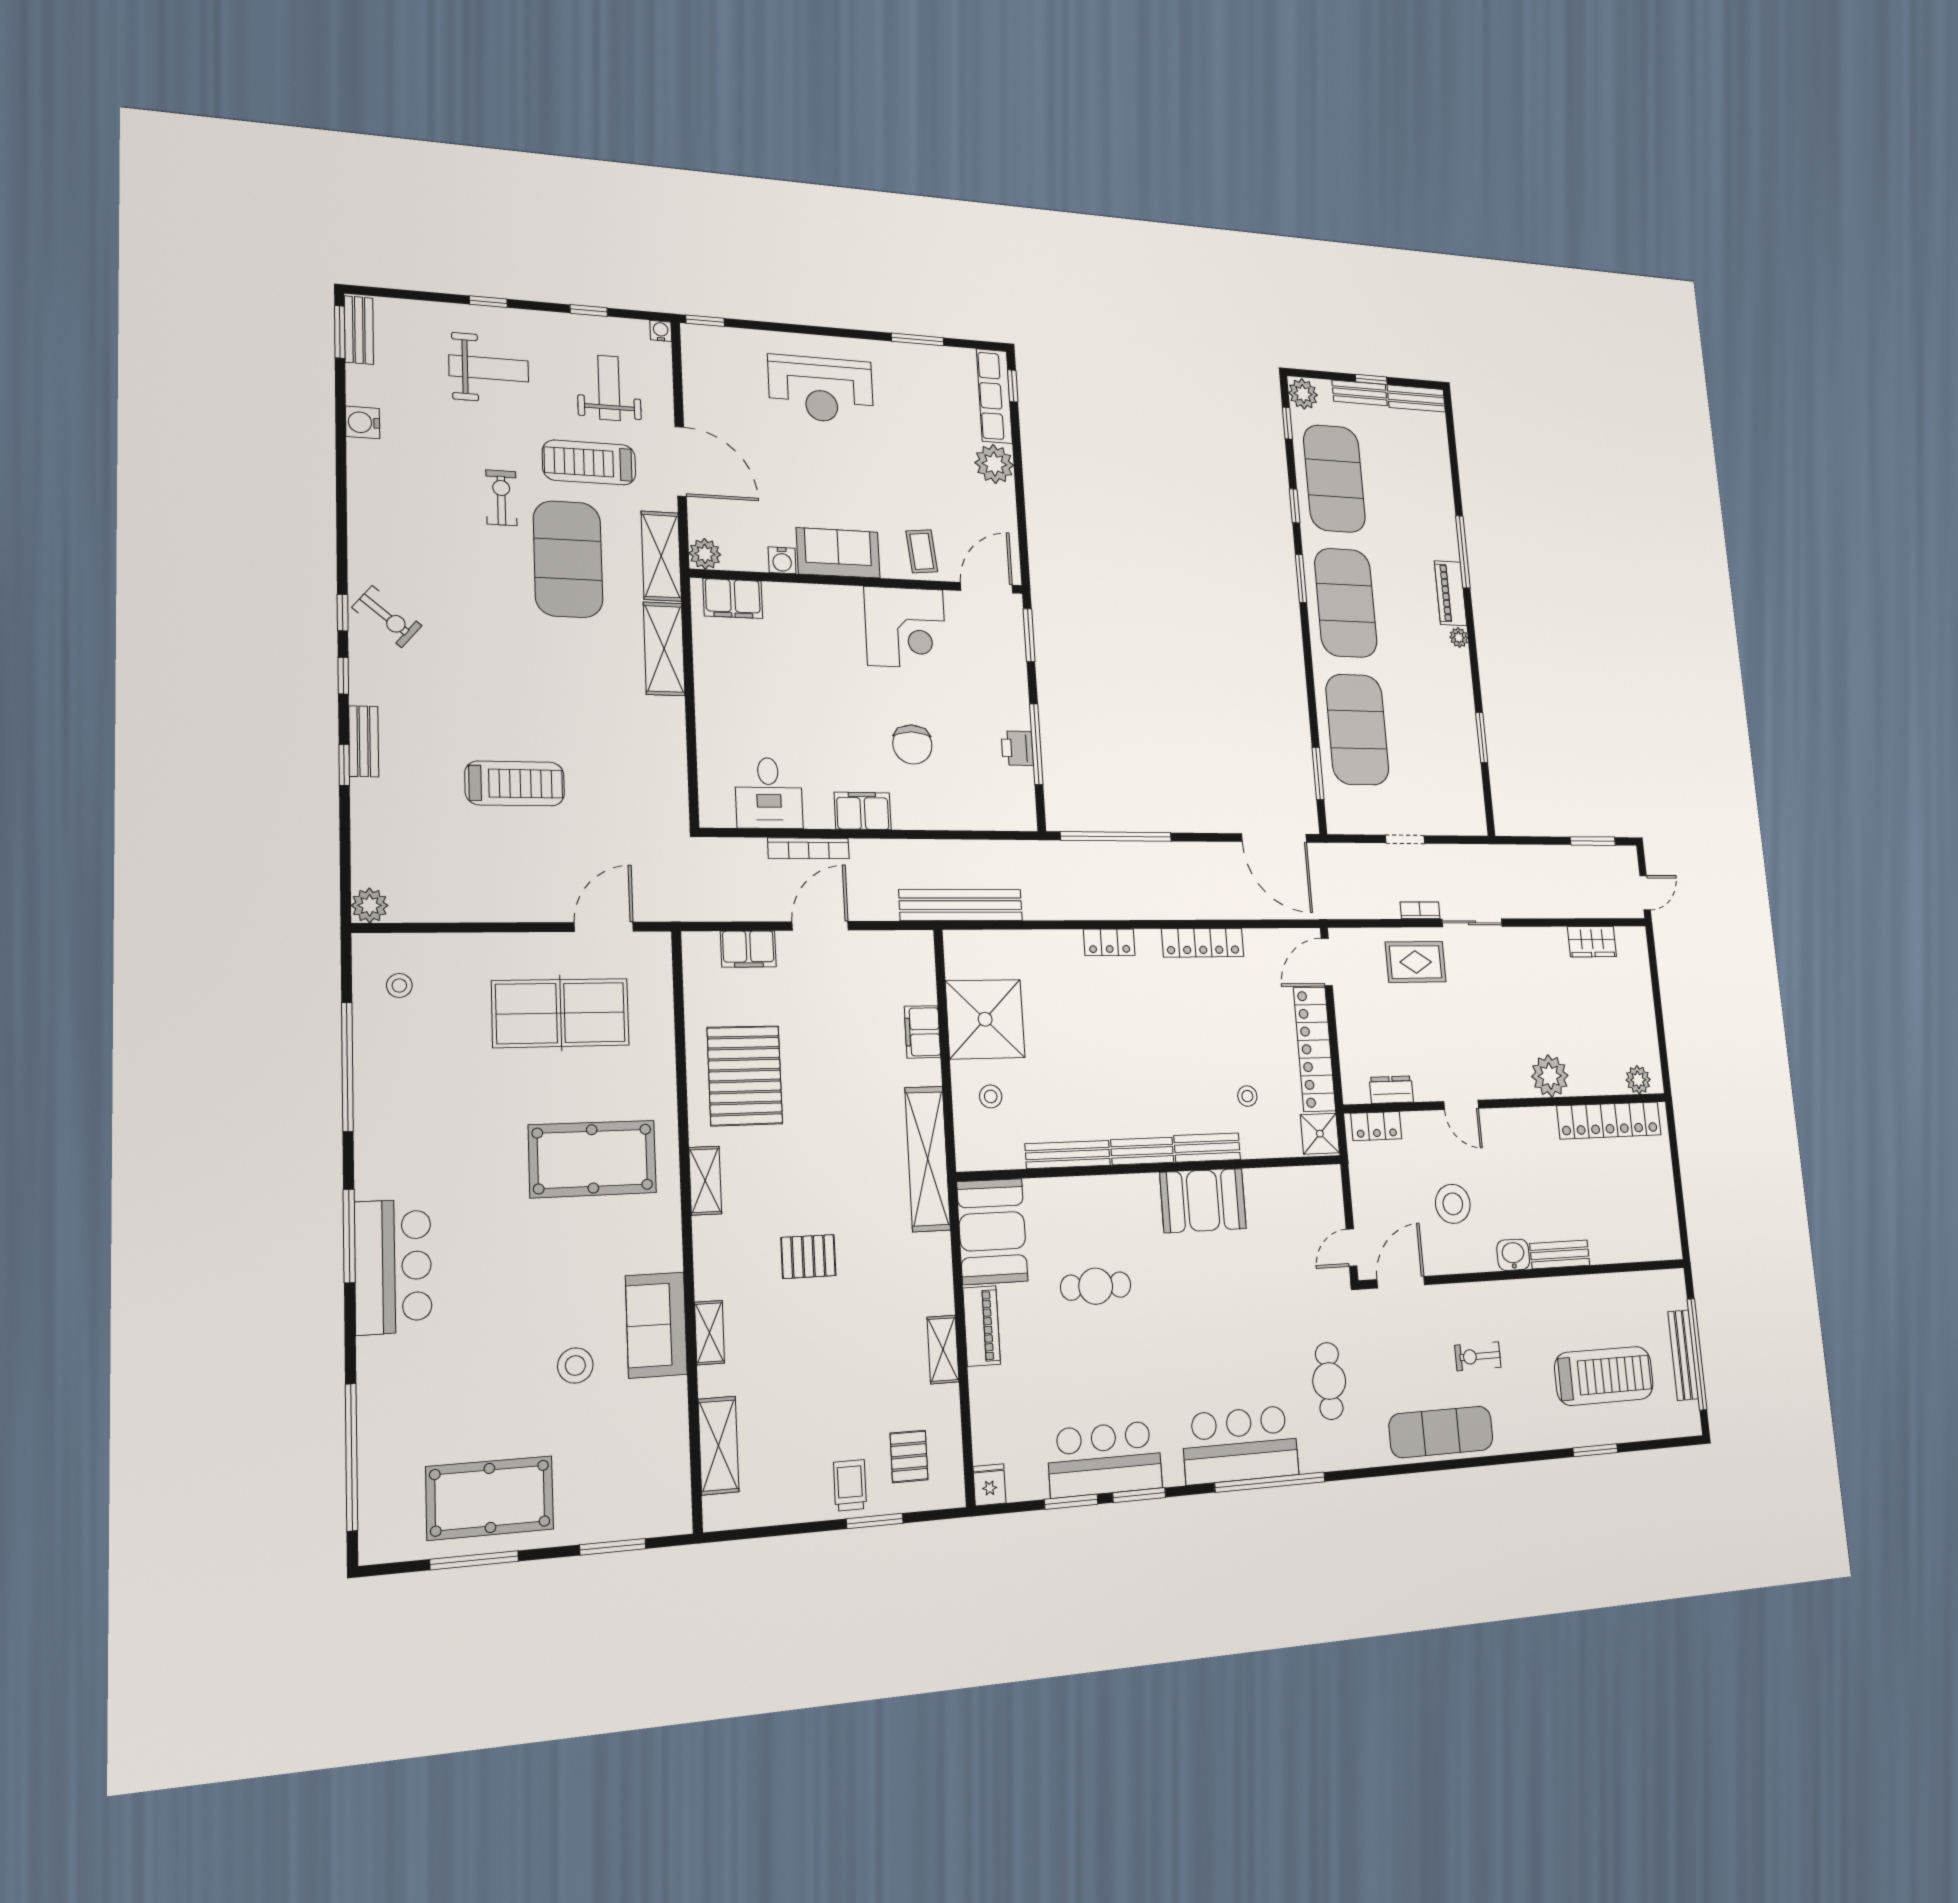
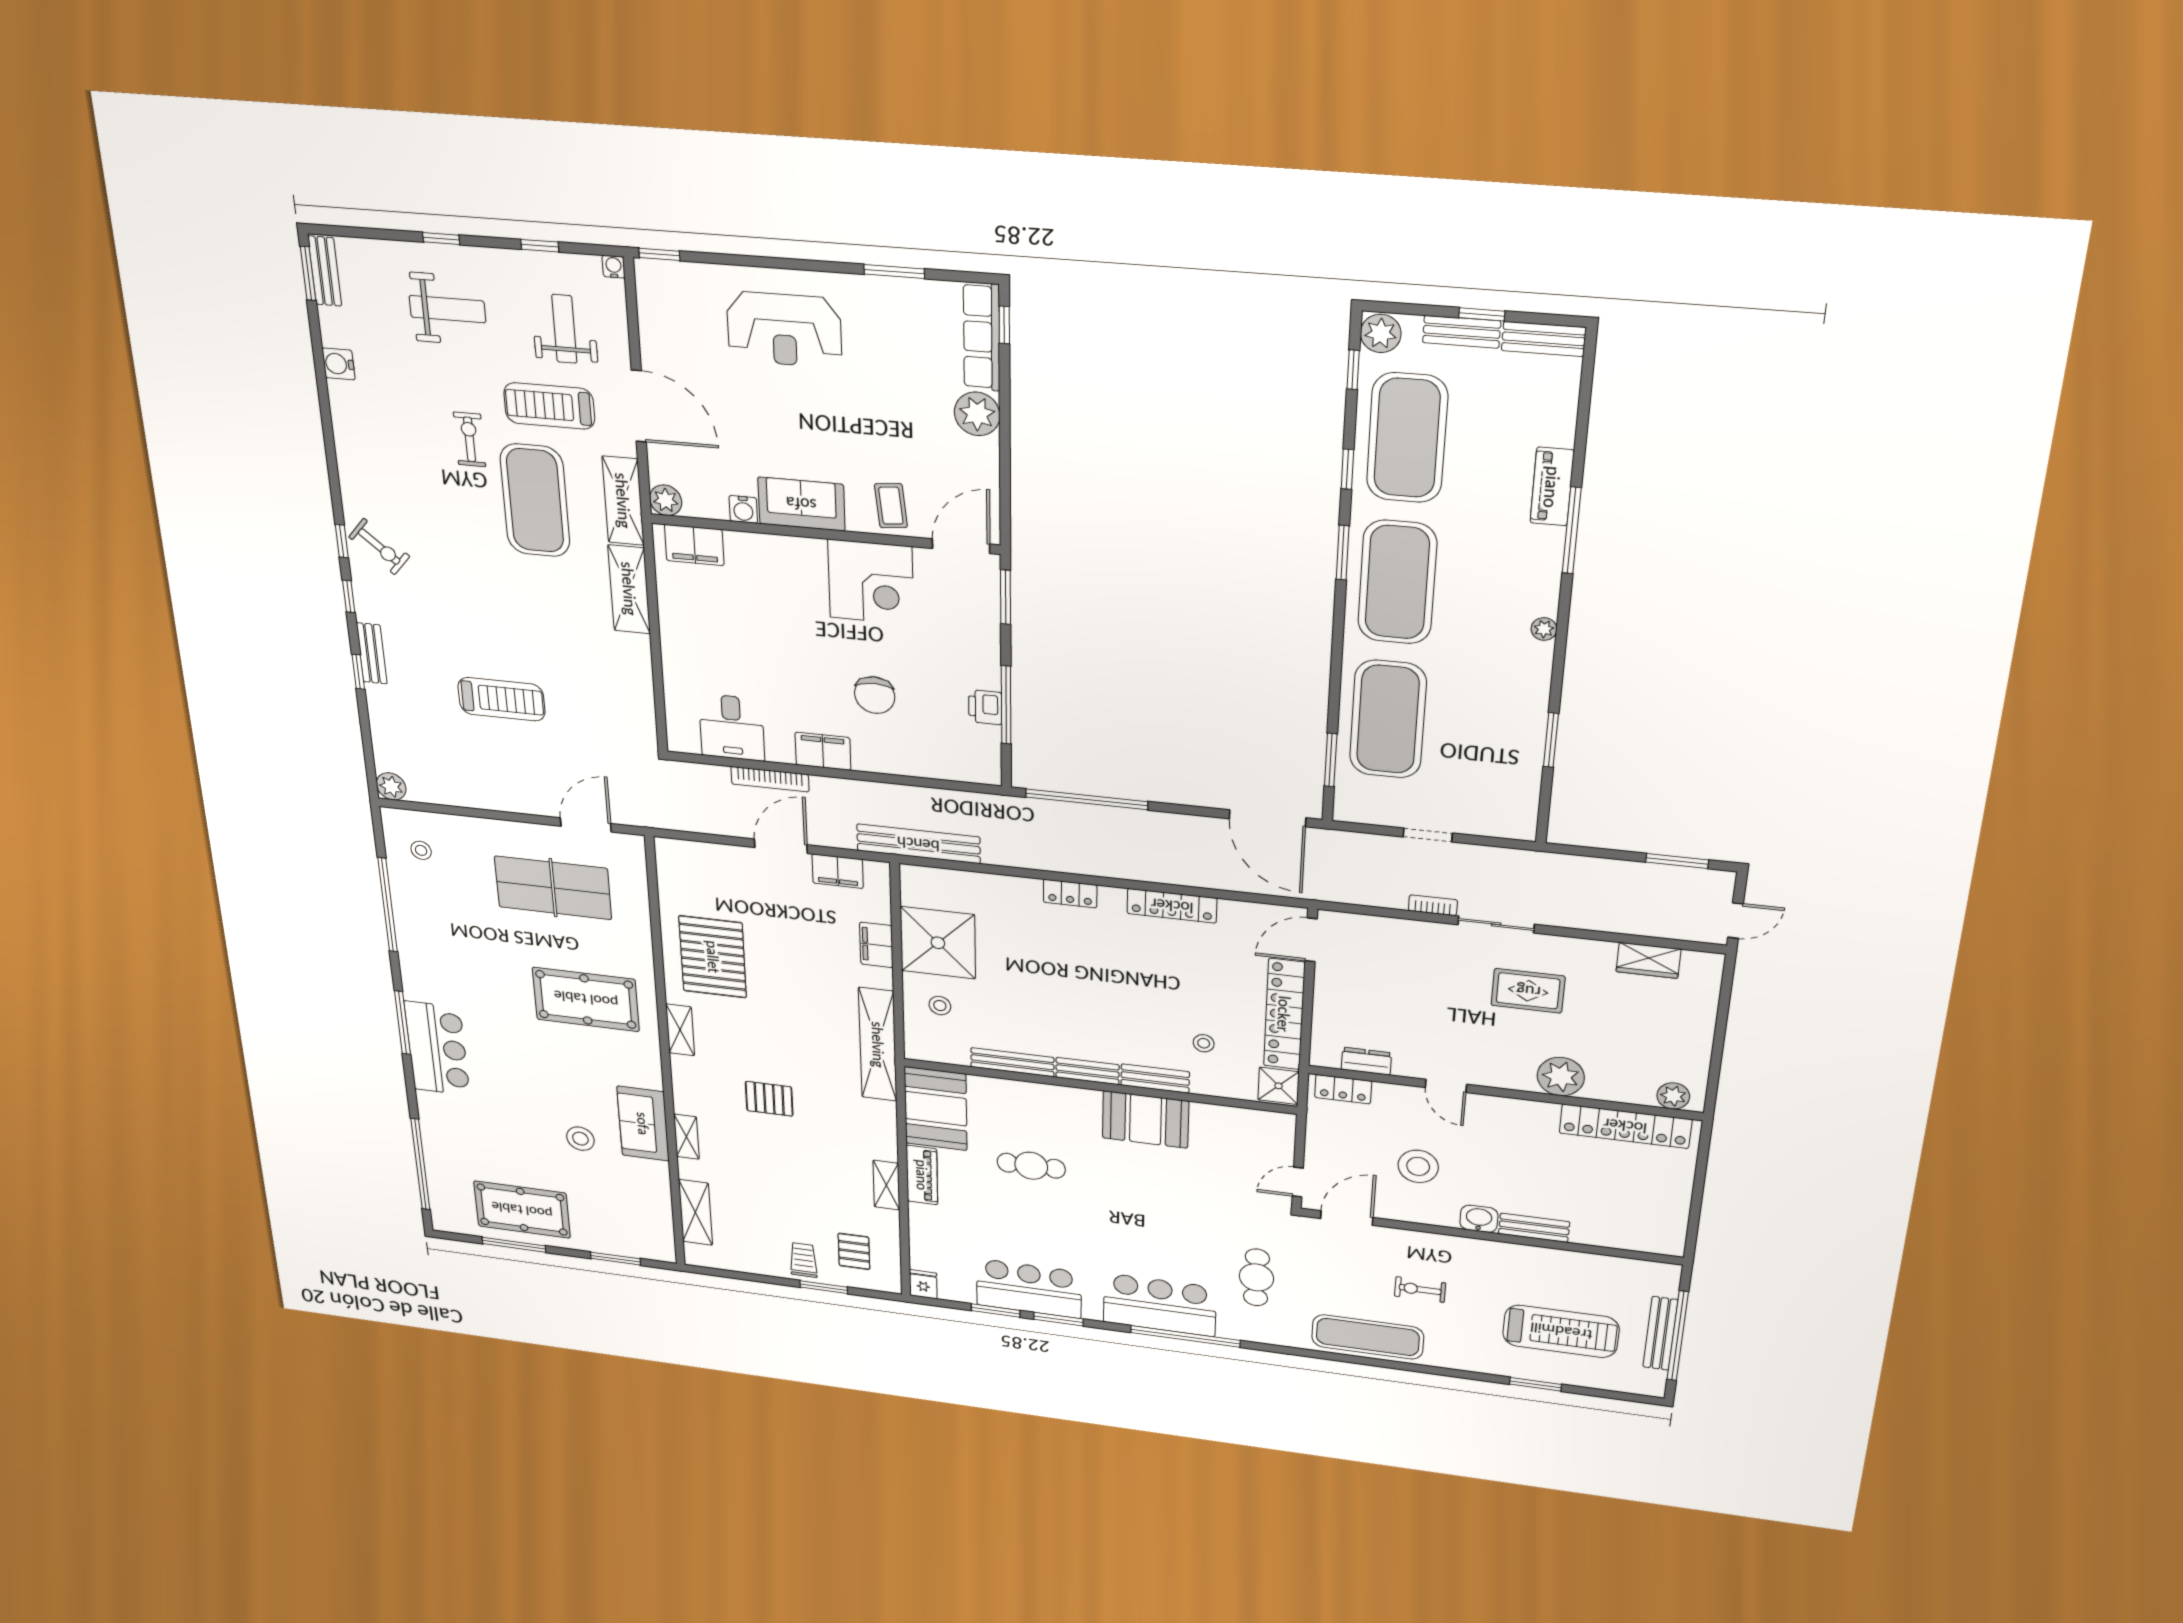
piano: (1451, 593) -> (1552, 487), moved
filing cabinet: (748, 949) -> (838, 871), moved
rug: (1416, 962) -> (1528, 991), moved

